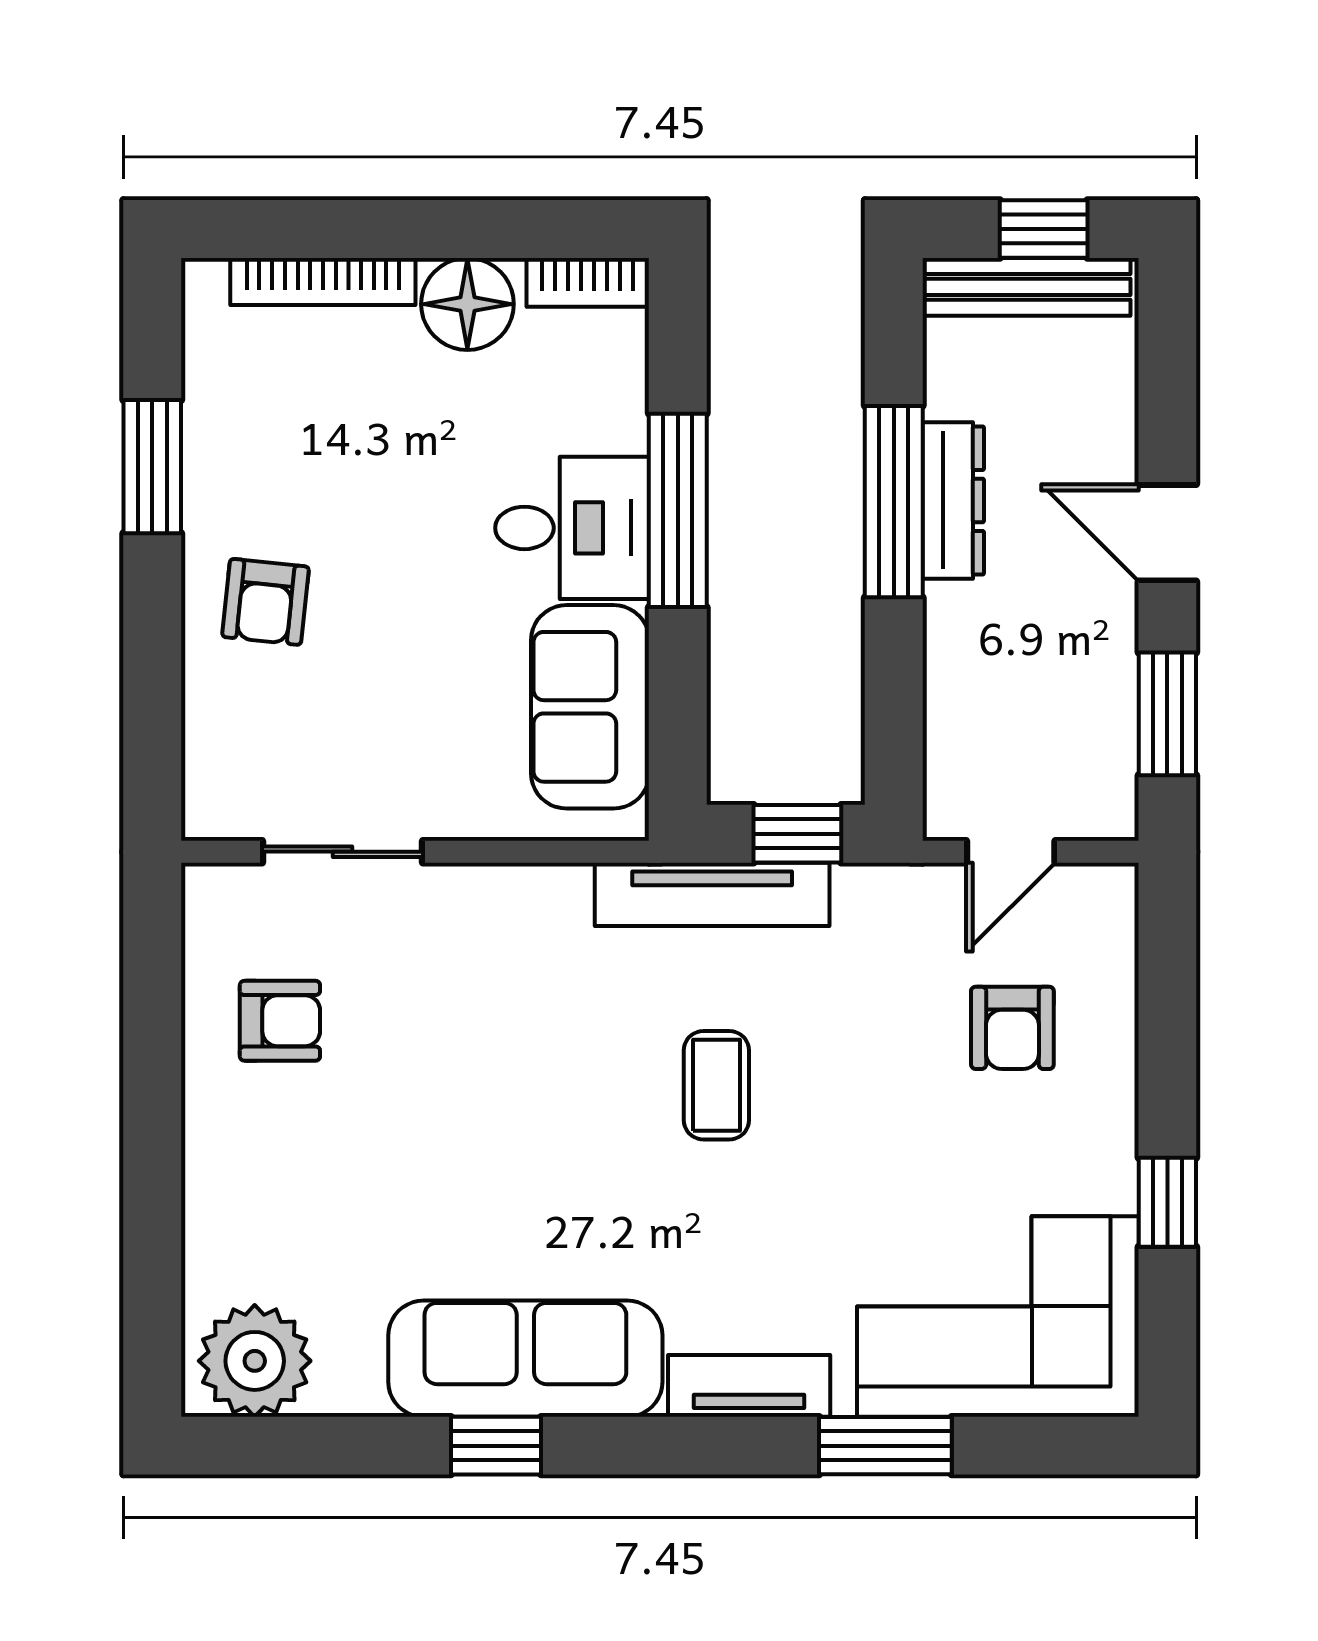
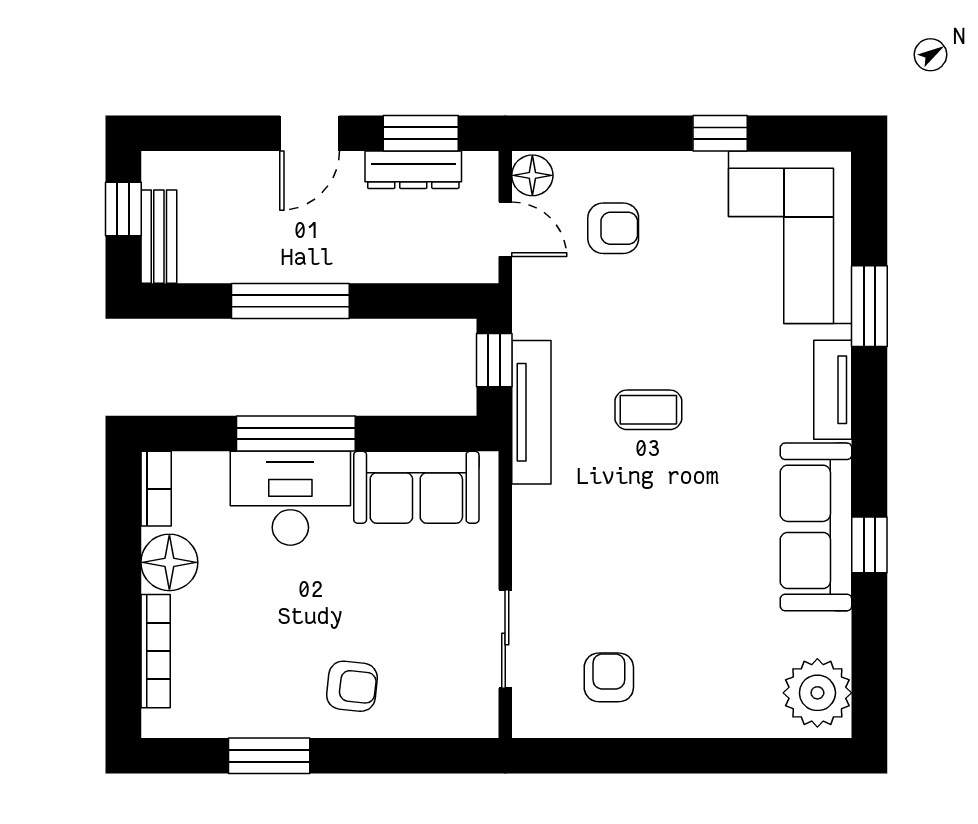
bench: (1026, 287) -> (159, 237), width x0.73
dresser: (953, 500) -> (413, 170), moved, turned 180
desk: (572, 528) -> (290, 498), width x1.37
floor lamp: (1099, 896) -> (532, 175), added

